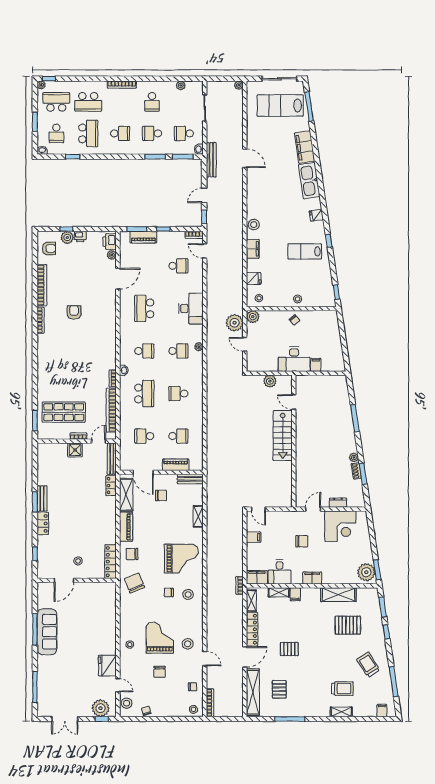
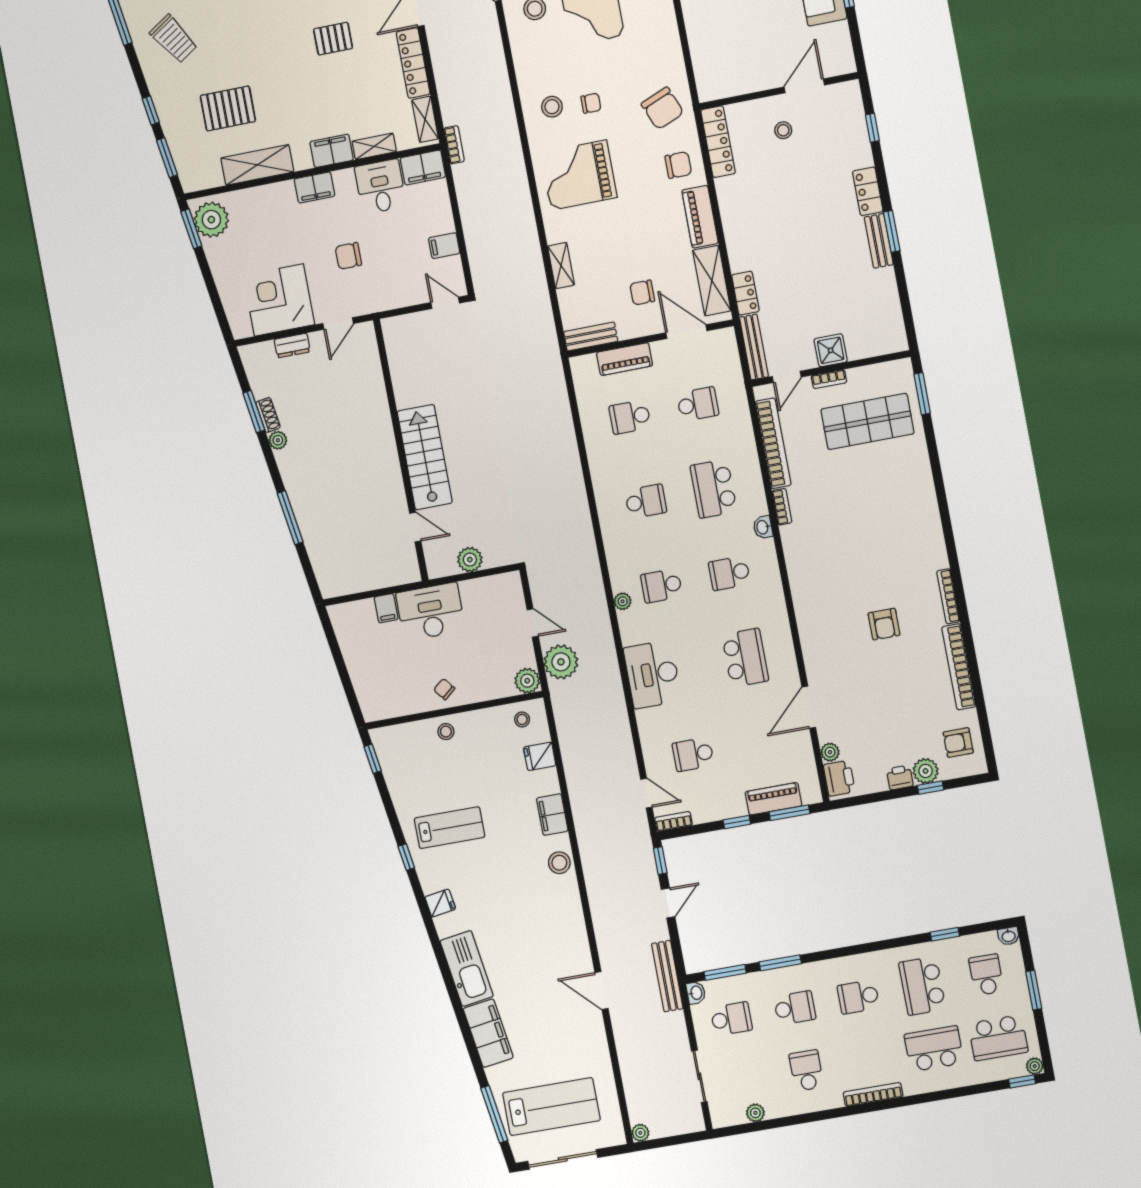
filing cabinet: (295, 594) -> (332, 151), width x2.00

